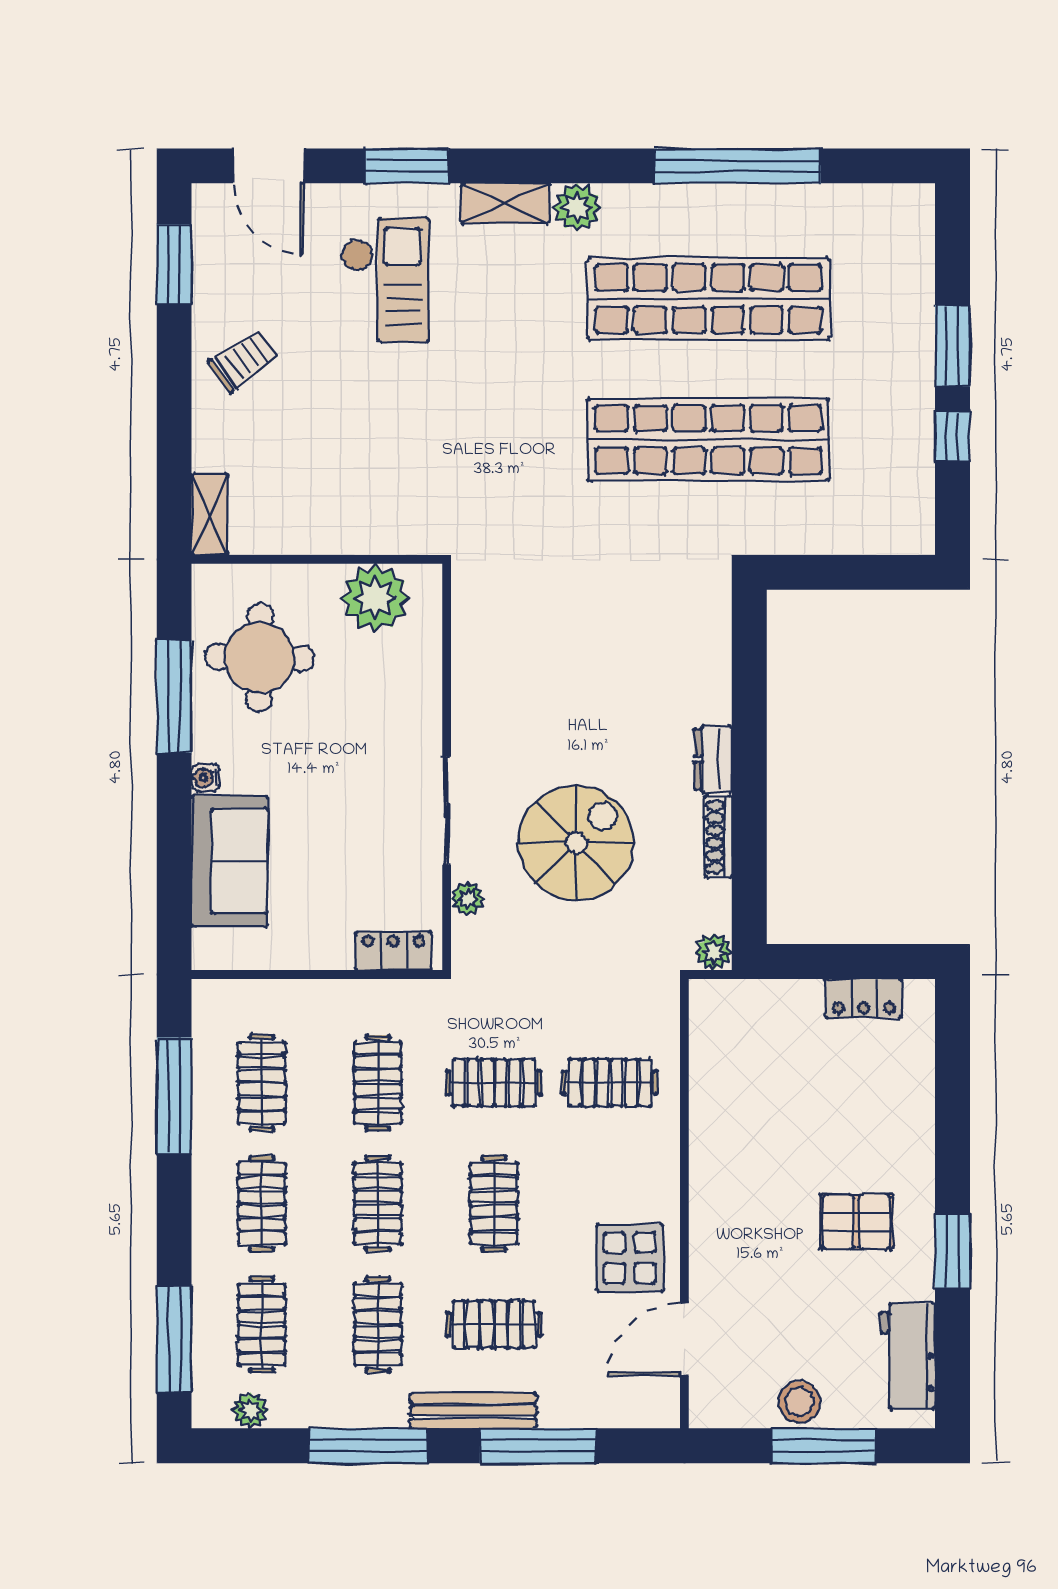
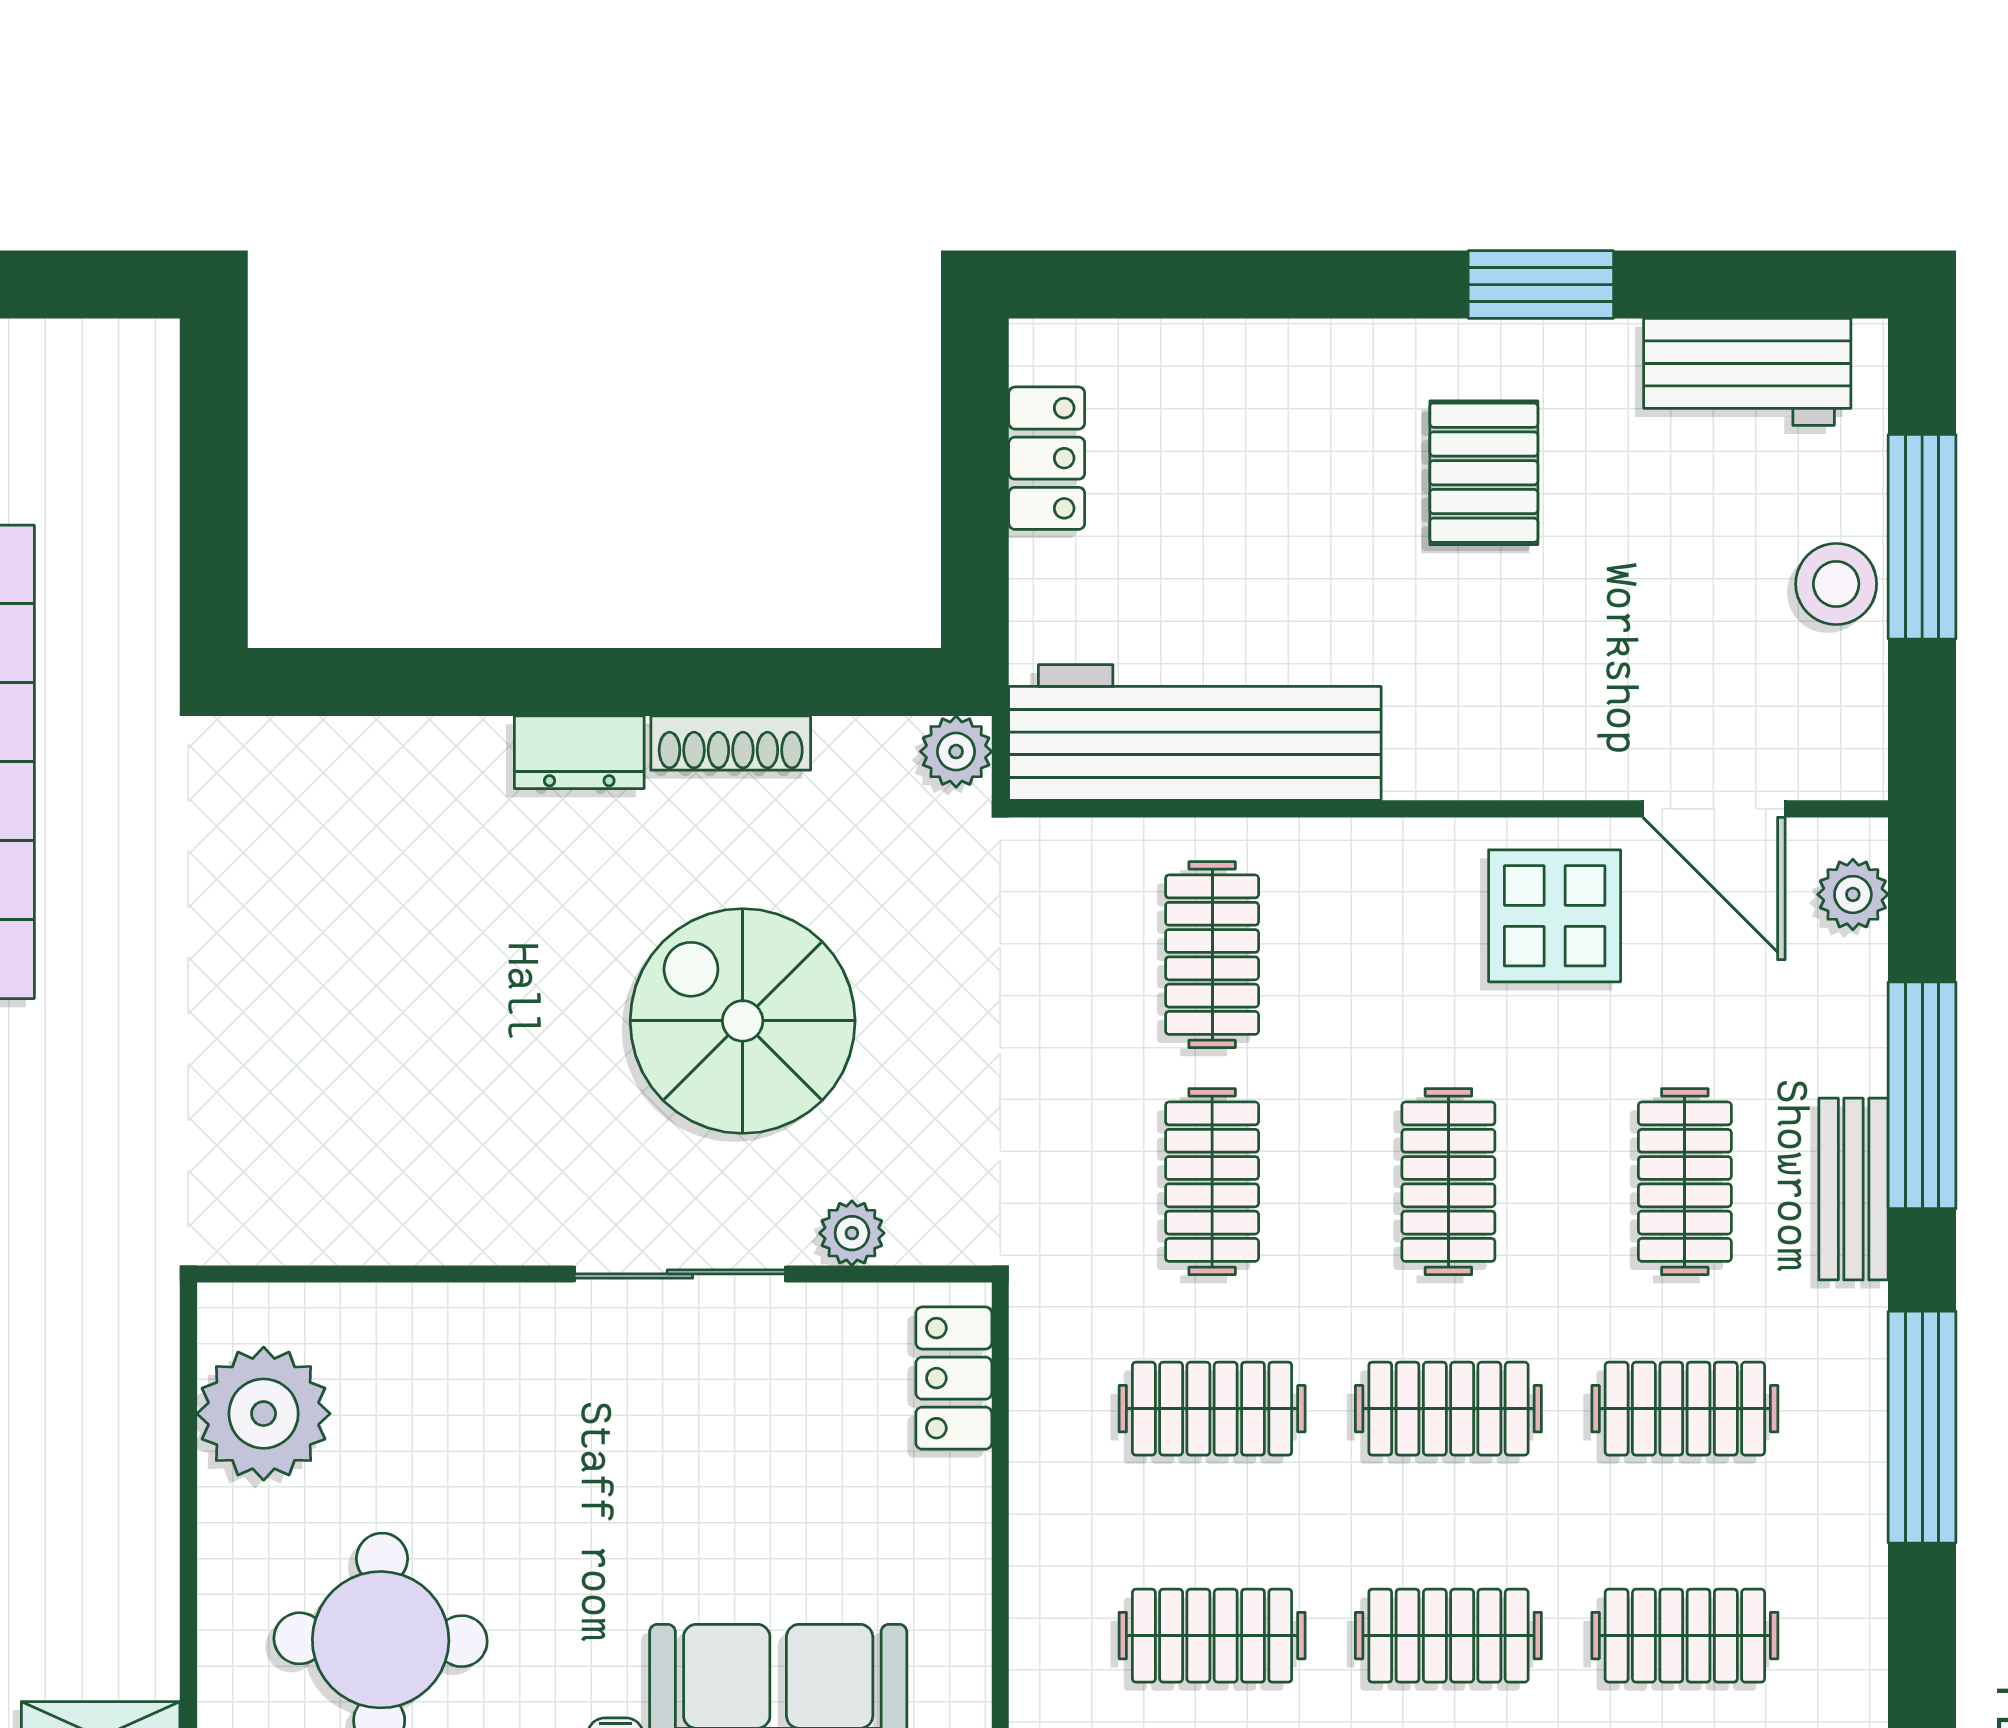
workbench: (723, 1074) -> (1195, 733), added
clothes rail: (494, 1204) -> (1448, 1182), turned 90
plant: (250, 1410) -> (1853, 894), moved
bench: (473, 1411) -> (1854, 1189), width x0.73

